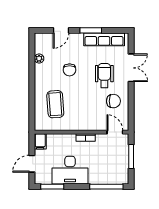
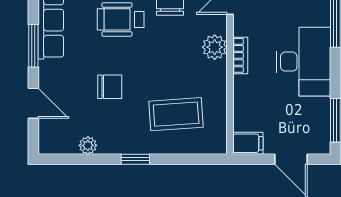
window: (32, 83) -> (135, 159), added
plant: (90, 124) -> (215, 47), added
desk: (70, 170) -> (303, 62), moved

